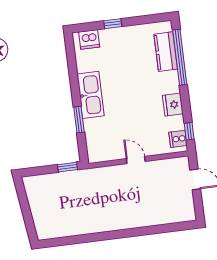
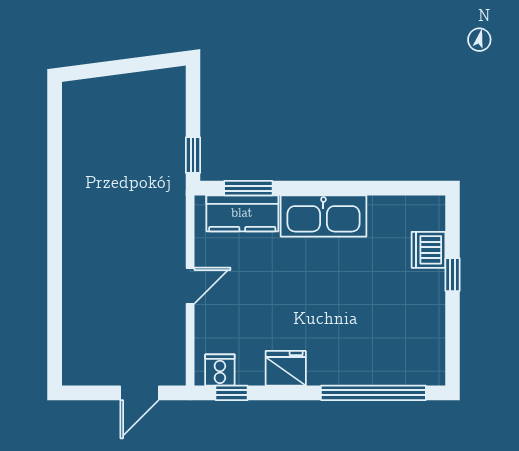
dishwasher: (89, 39) -> (428, 250), moved
kitchen counter: (166, 52) -> (242, 213), moved, turned 180
window: (79, 120) -> (248, 188), moved

